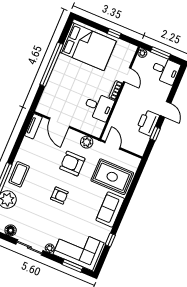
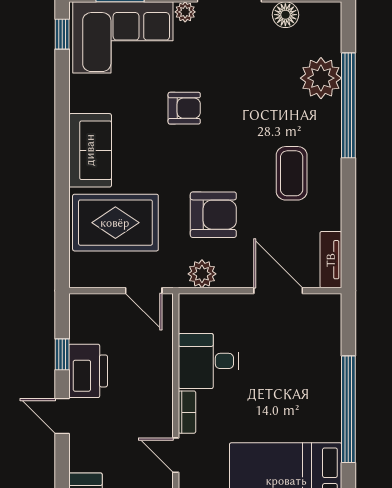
coffee table: (19, 174) -> (292, 173), moved
armchair: (59, 196) -> (184, 108), moved, turned 180
window: (110, 240) -> (62, 34), moved

